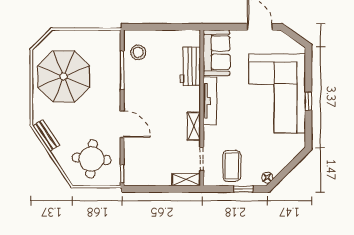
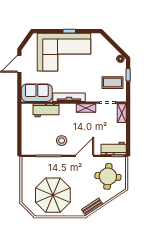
stool: (138, 52) -> (62, 141), moved
workbench: (133, 167) -> (114, 148), added

